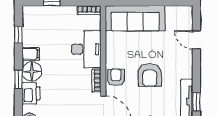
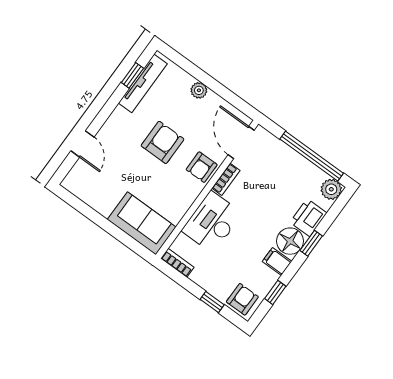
armchair: (35, 17) -> (242, 299), added
sofa: (135, 18) -> (142, 223), width x0.73

